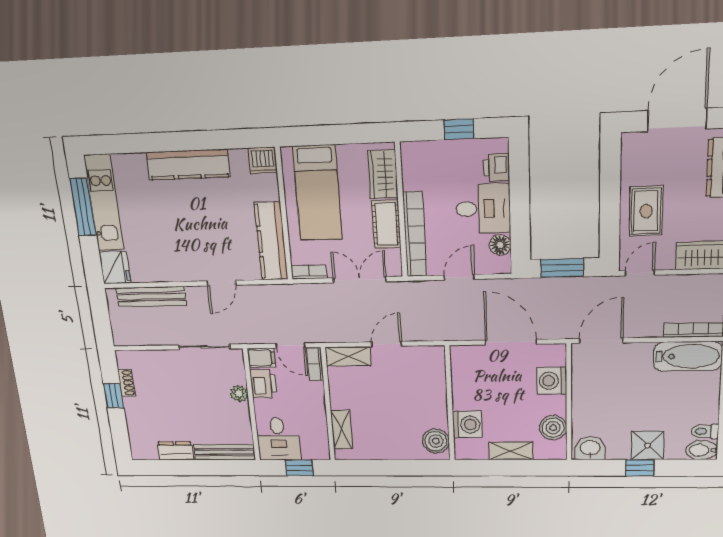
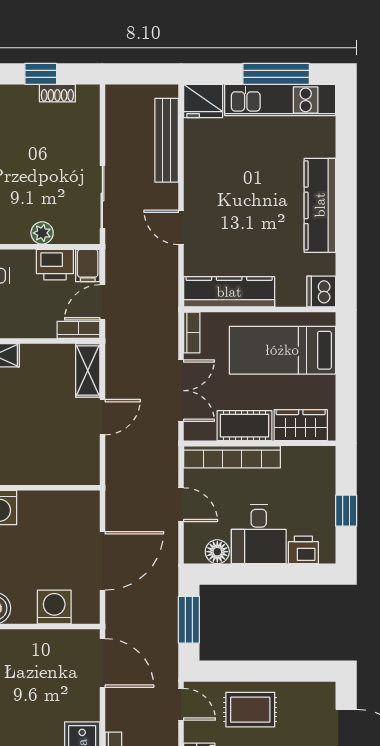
door: (387, 344) -> (102, 417), hinge flipped

